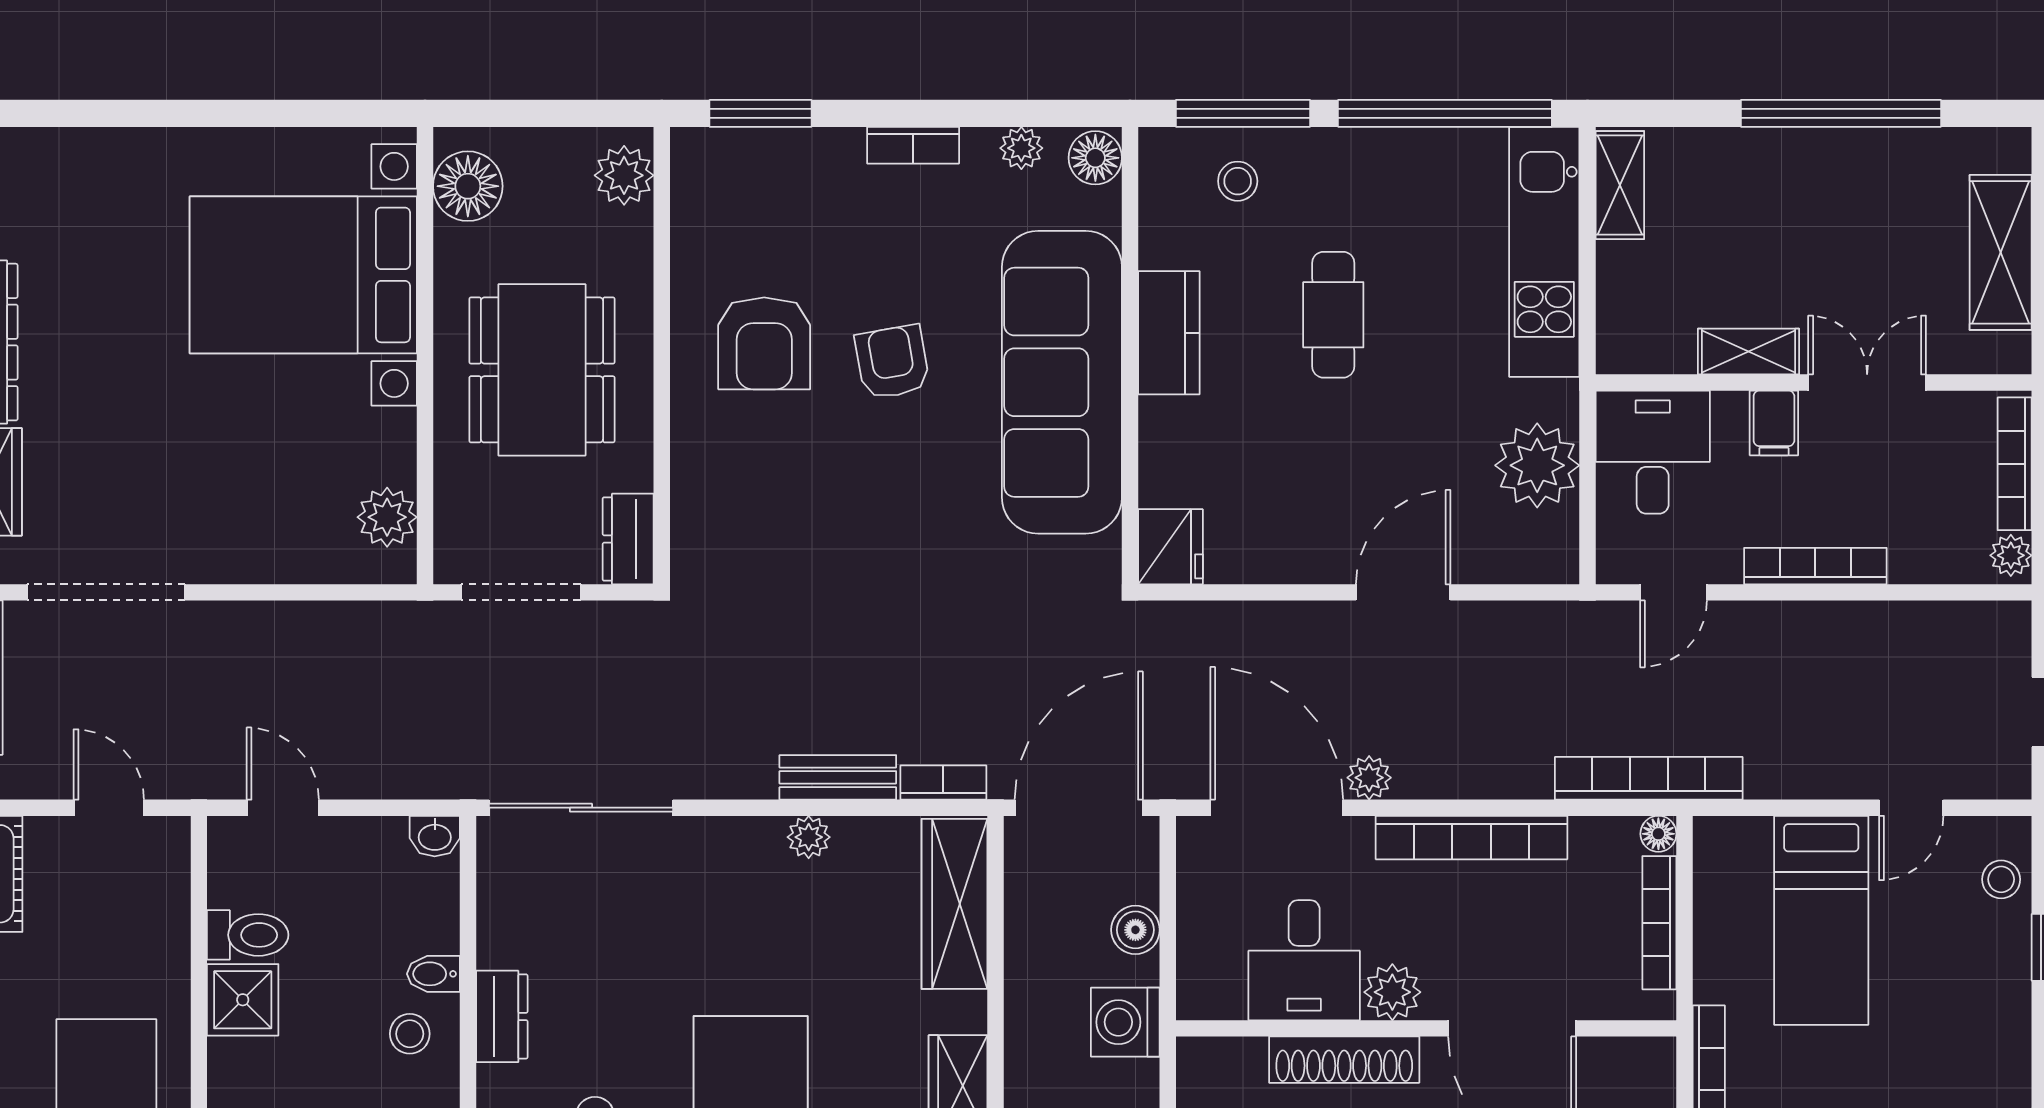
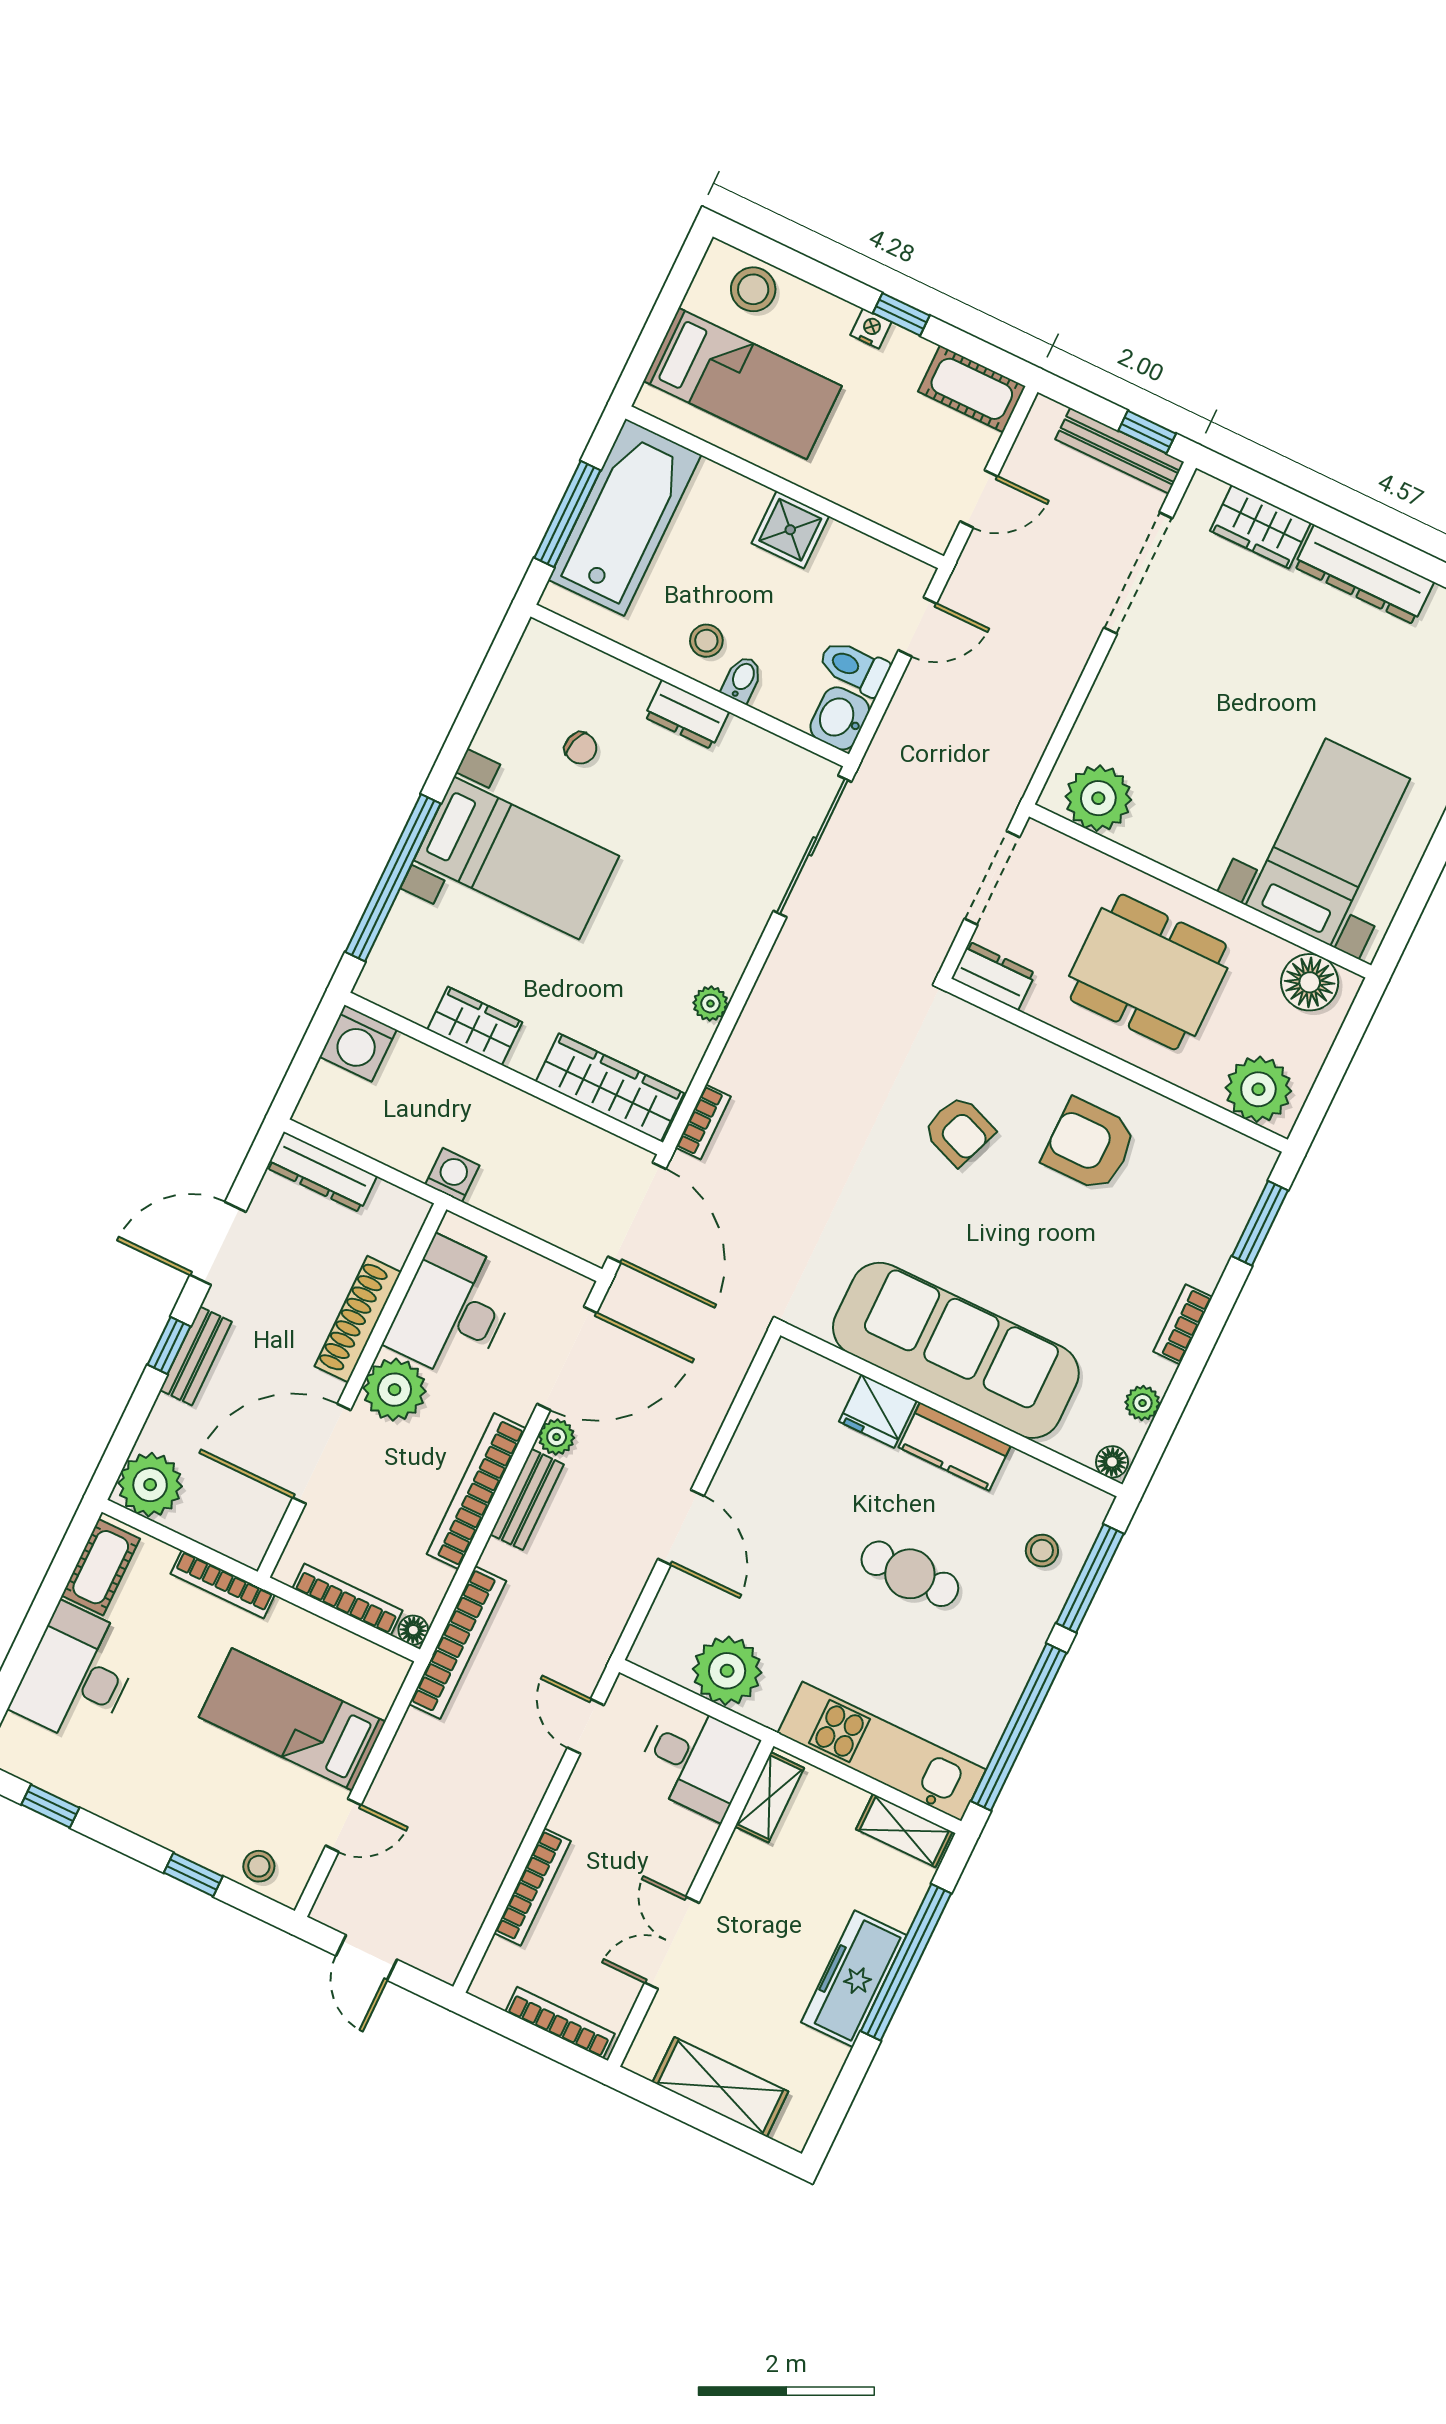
window: (1841, 113) -> (906, 1962), moved
floor lamp: (1095, 158) -> (1112, 1462), width x0.73, depth x0.73
freezer: (1810, 162) -> (854, 1979), added
plant: (624, 175) -> (1258, 1089), width x1.36, depth x1.36
bed with nightstands: (303, 275) -> (1328, 842), width x0.73
shelving: (1749, 352) -> (770, 1797), moved
armchair: (892, 362) -> (959, 1131), moved, turned 31
double door: (1867, 382) -> (672, 1943), swing flipped
filing cabinet: (1774, 423) -> (675, 1860), removed
plant: (387, 517) -> (1098, 798), width x1.36, depth x1.36
fridge: (1170, 547) -> (878, 1411), moved
plant: (2011, 555) -> (494, 1988), removed
bookcase: (1815, 566) -> (532, 1887), moved
bench: (838, 777) -> (527, 1499), moved
door: (1911, 808) -> (343, 1825), swing flipped
washbasin: (435, 836) -> (840, 718), width x1.38, depth x1.45
boiler: (1135, 930) -> (527, 1211), removed
toilet: (248, 935) -> (854, 667), moved, turned 90
desk: (1304, 960) -> (452, 1309), width x1.37
plant: (1392, 992) -> (395, 1390), width x1.36, depth x1.36
washing machine: (1125, 1022) -> (452, 1175), width x0.73, depth x0.73

